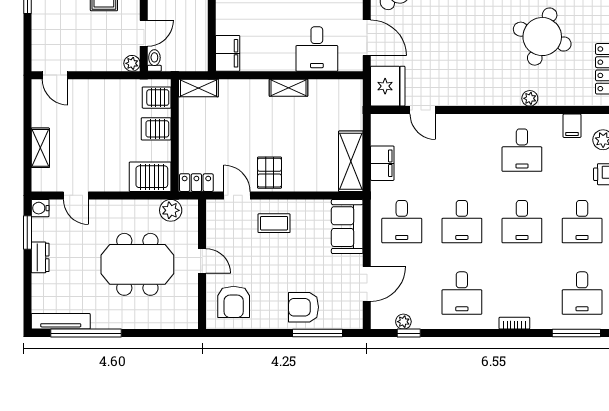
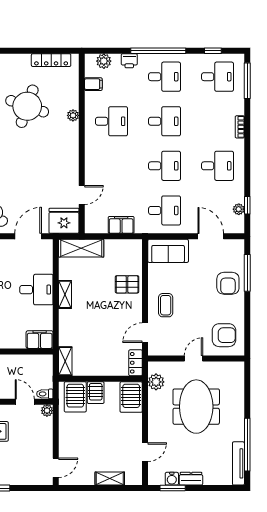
desk: (317, 49) -> (36, 290), moved
server rack: (157, 98) -> (75, 397), width x1.36, depth x1.44
shelving: (351, 161) -> (81, 248), moved
pallet: (270, 173) -> (127, 284), moved
water cooler: (40, 208) -> (172, 479), moved

